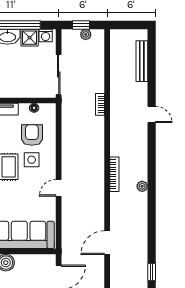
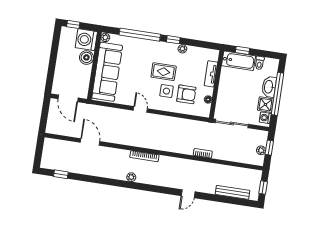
window: (130, 25) -> (263, 188), added

